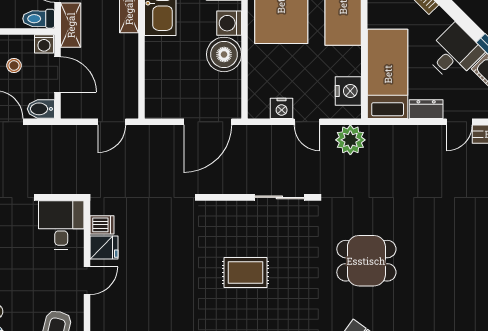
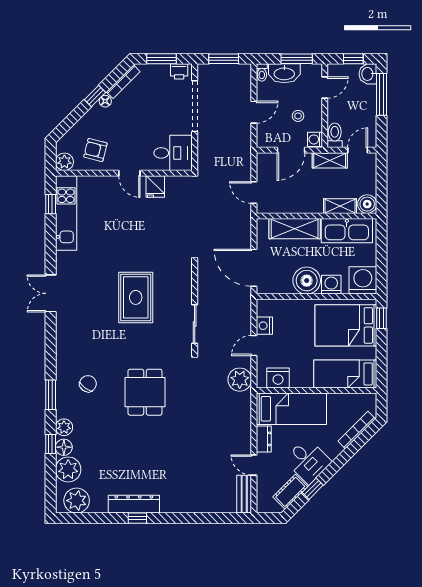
shelving: (158, 70) -> (295, 229), added
bidet: (41, 109) -> (264, 137), removed
dishwasher: (102, 225) -> (173, 185), removed
rug: (246, 273) -> (136, 297), width x1.36, depth x1.43

